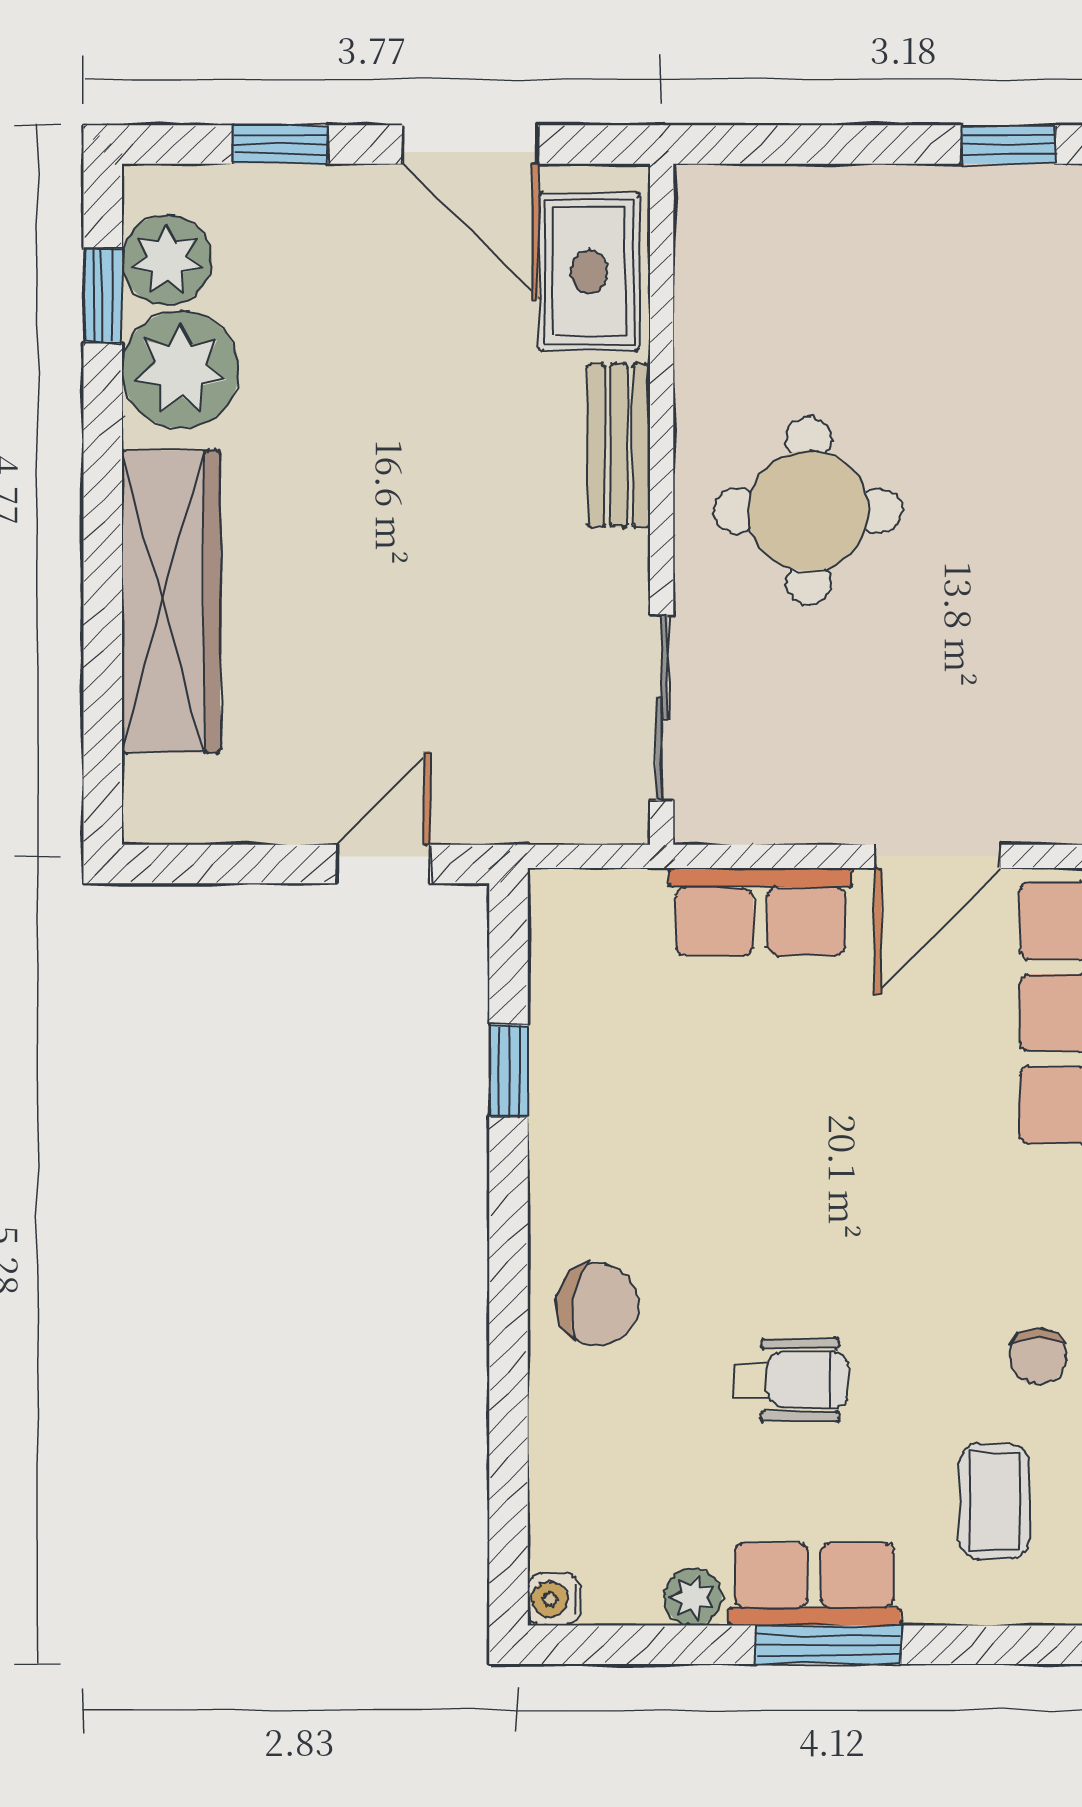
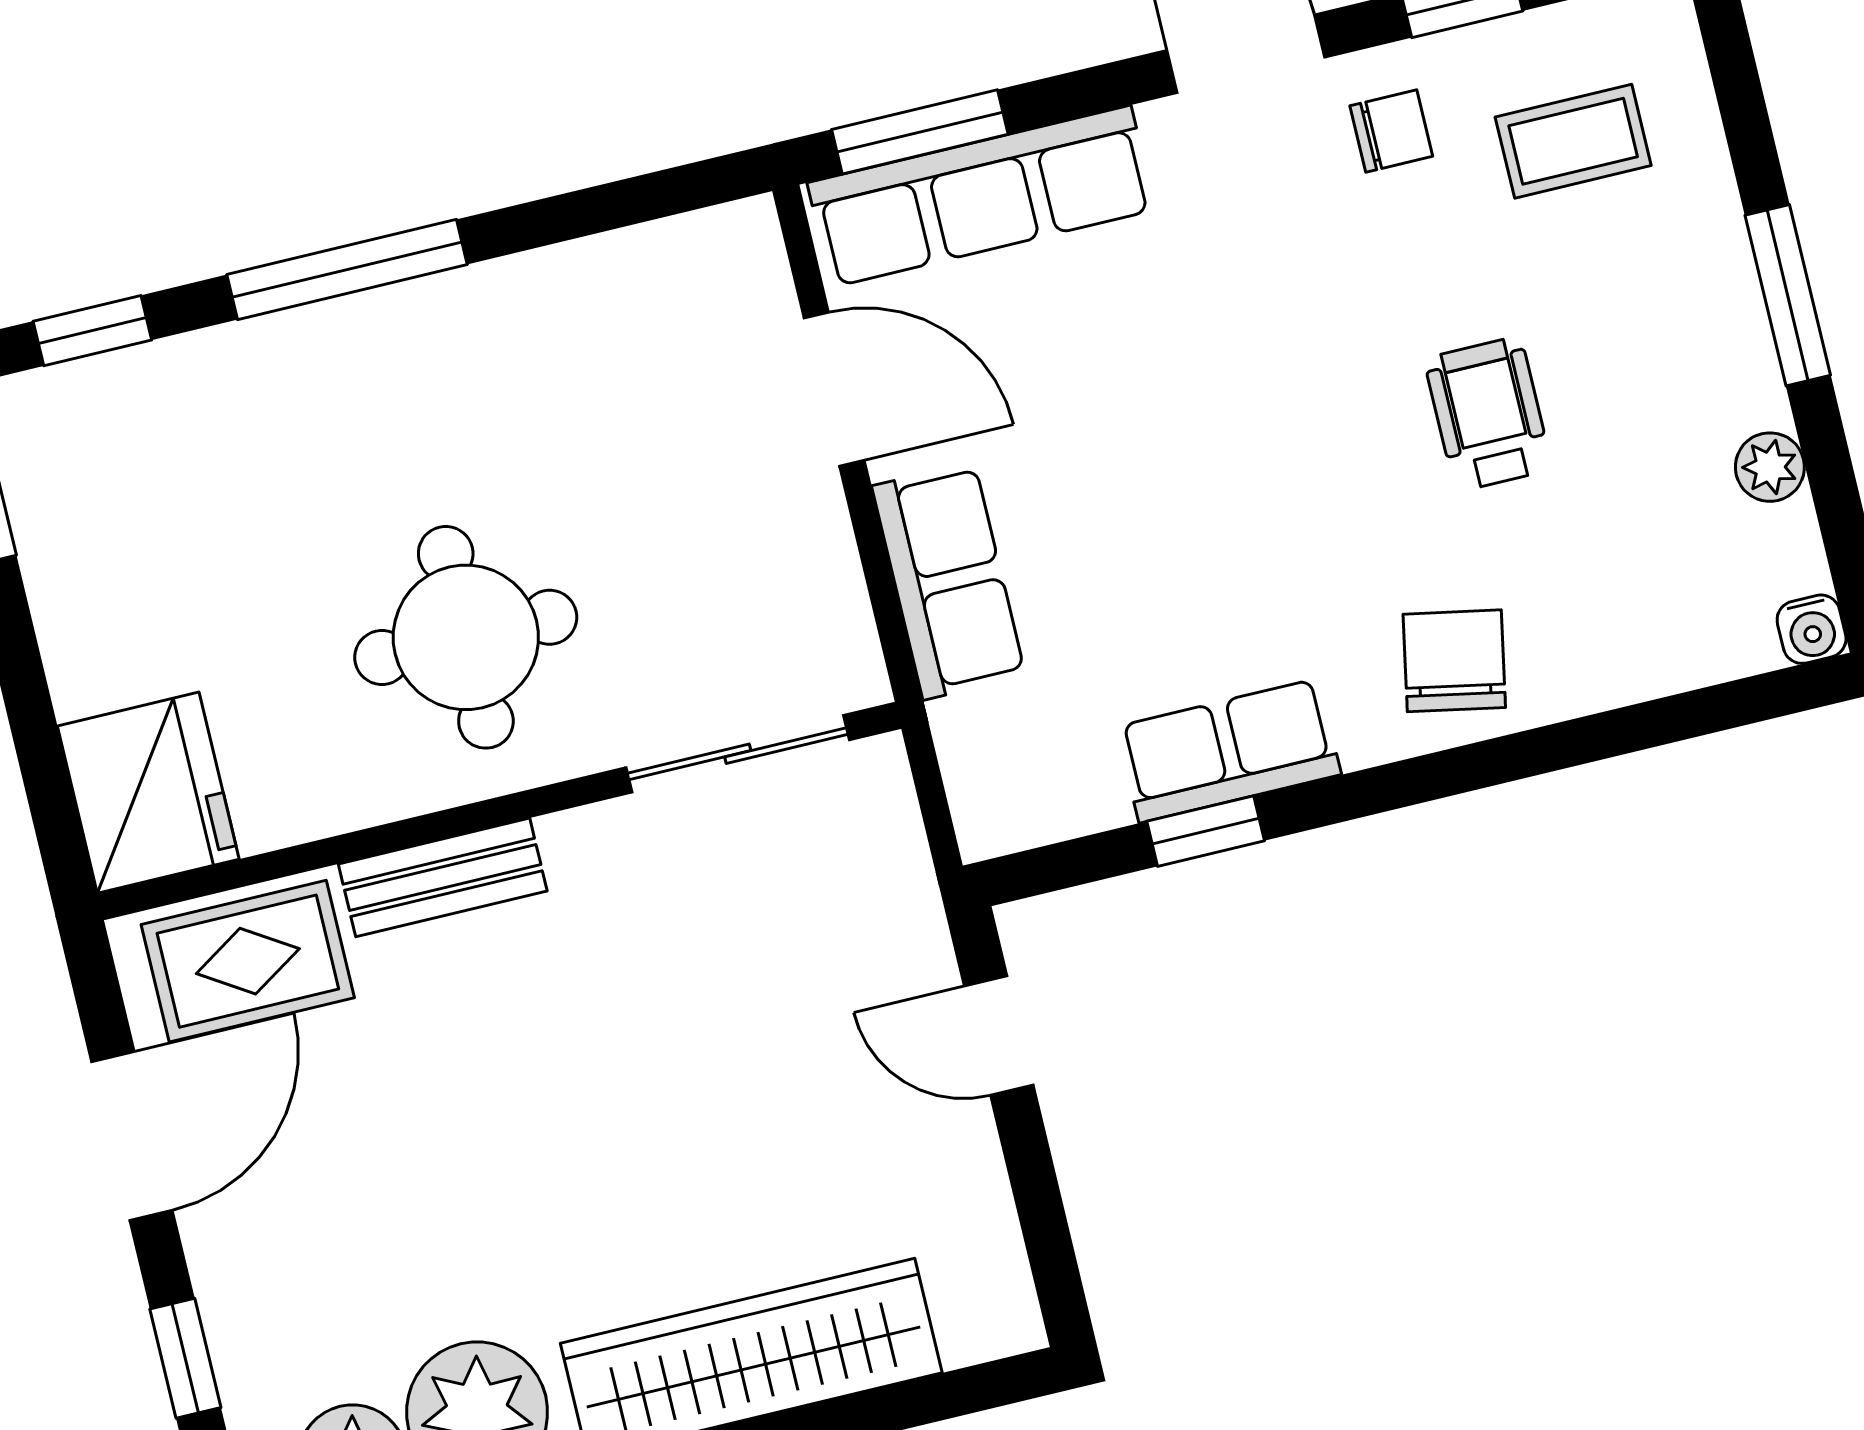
fridge: (745, 224) -> (148, 793), added
row of seats: (814, 1584) -> (1229, 751), moved, turned 90

